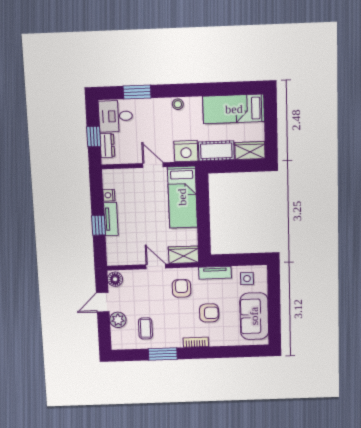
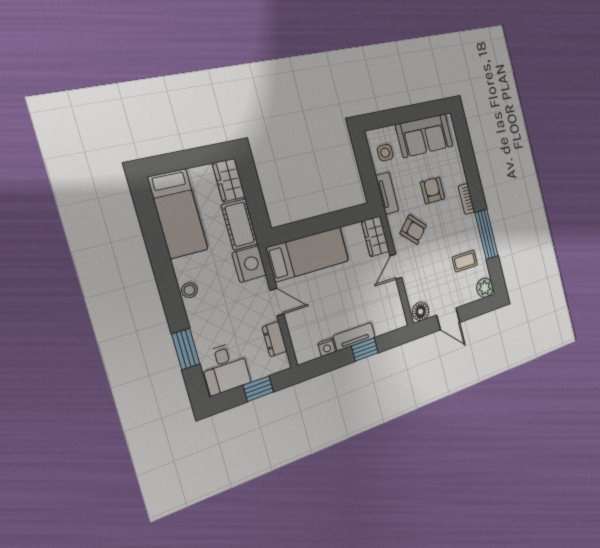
dresser: (107, 145) -> (275, 339), moved, turned -90
door: (153, 165) -> (277, 302), swing flipped
armchair: (182, 288) -> (413, 230), turned -136
plant: (118, 320) -> (485, 288), moved
window: (163, 354) -> (486, 234), width x1.44

